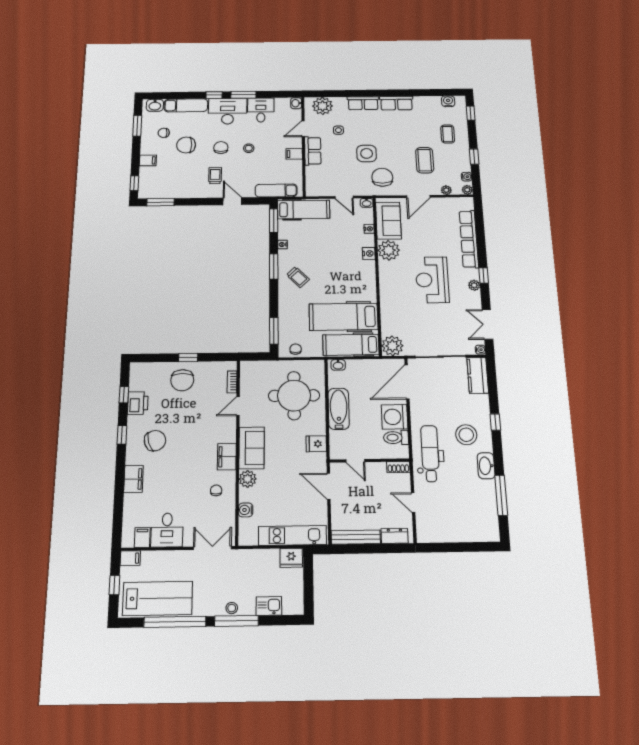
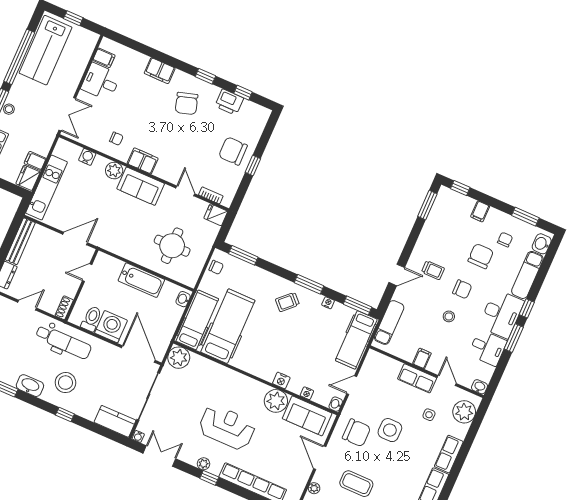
round table: (294, 396) -> (172, 246), width x0.73, depth x0.73
fridge: (316, 444) -> (216, 215), moved, turned -90
filing cabinet: (130, 558) -> (35, 161), moved, turned 90

